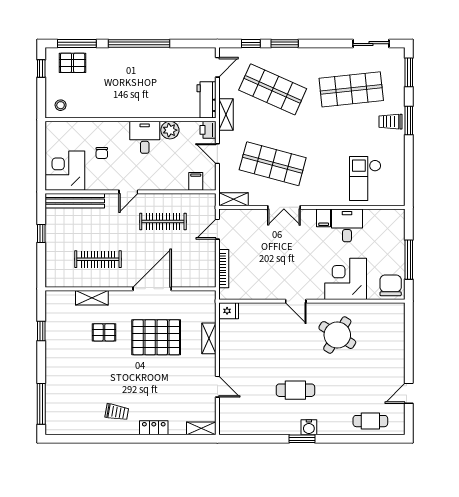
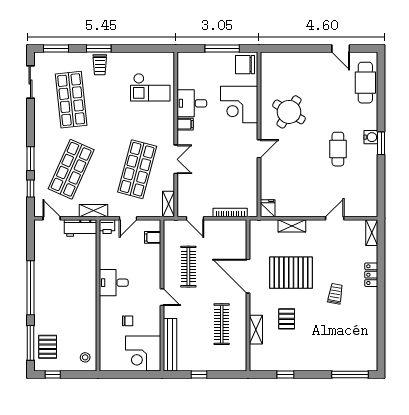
plant: (170, 130) -> (107, 260), removed
pallet: (156, 337) -> (291, 273), turned 90
trolley: (117, 412) -> (335, 294), moved
cafe table: (370, 421) -> (365, 83), width x1.37, depth x1.35

